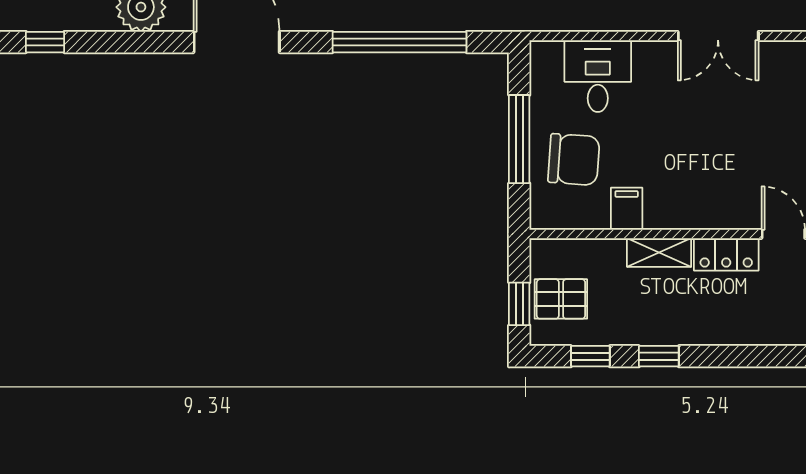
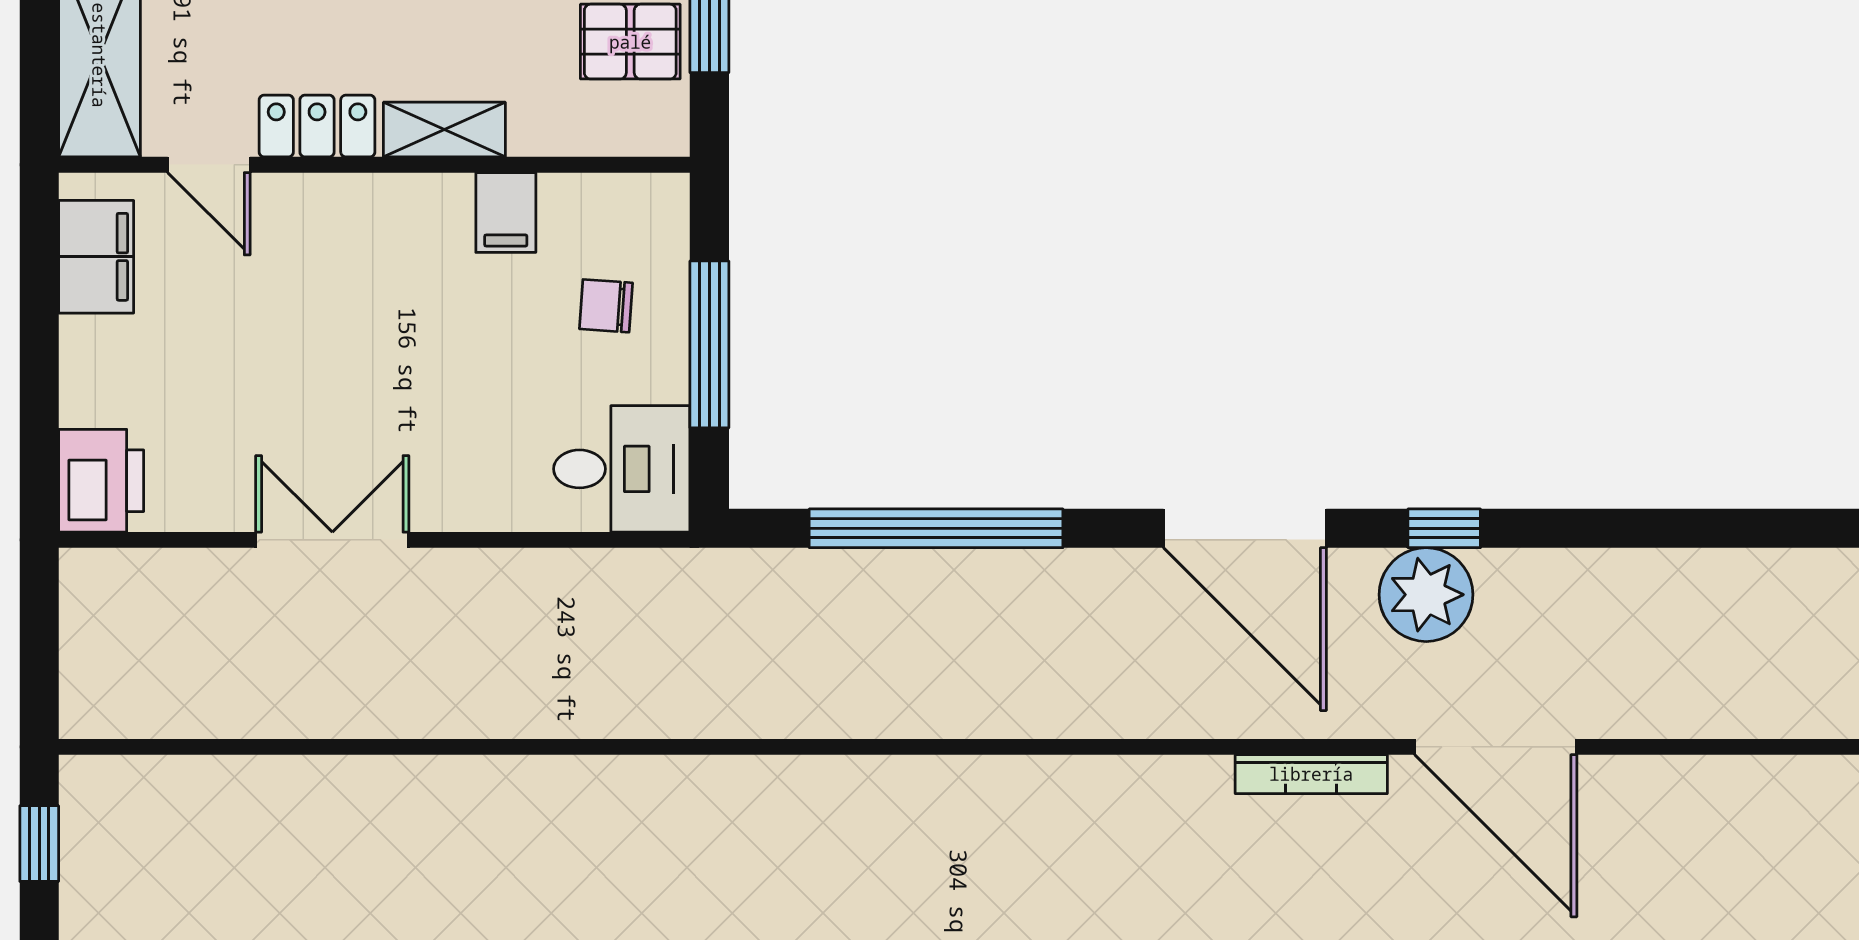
window: (45, 42) -> (1444, 528), moved
desk: (598, 76) -> (622, 469), moved, turned -90
chair: (574, 159) -> (606, 306), width x0.54, depth x0.54

